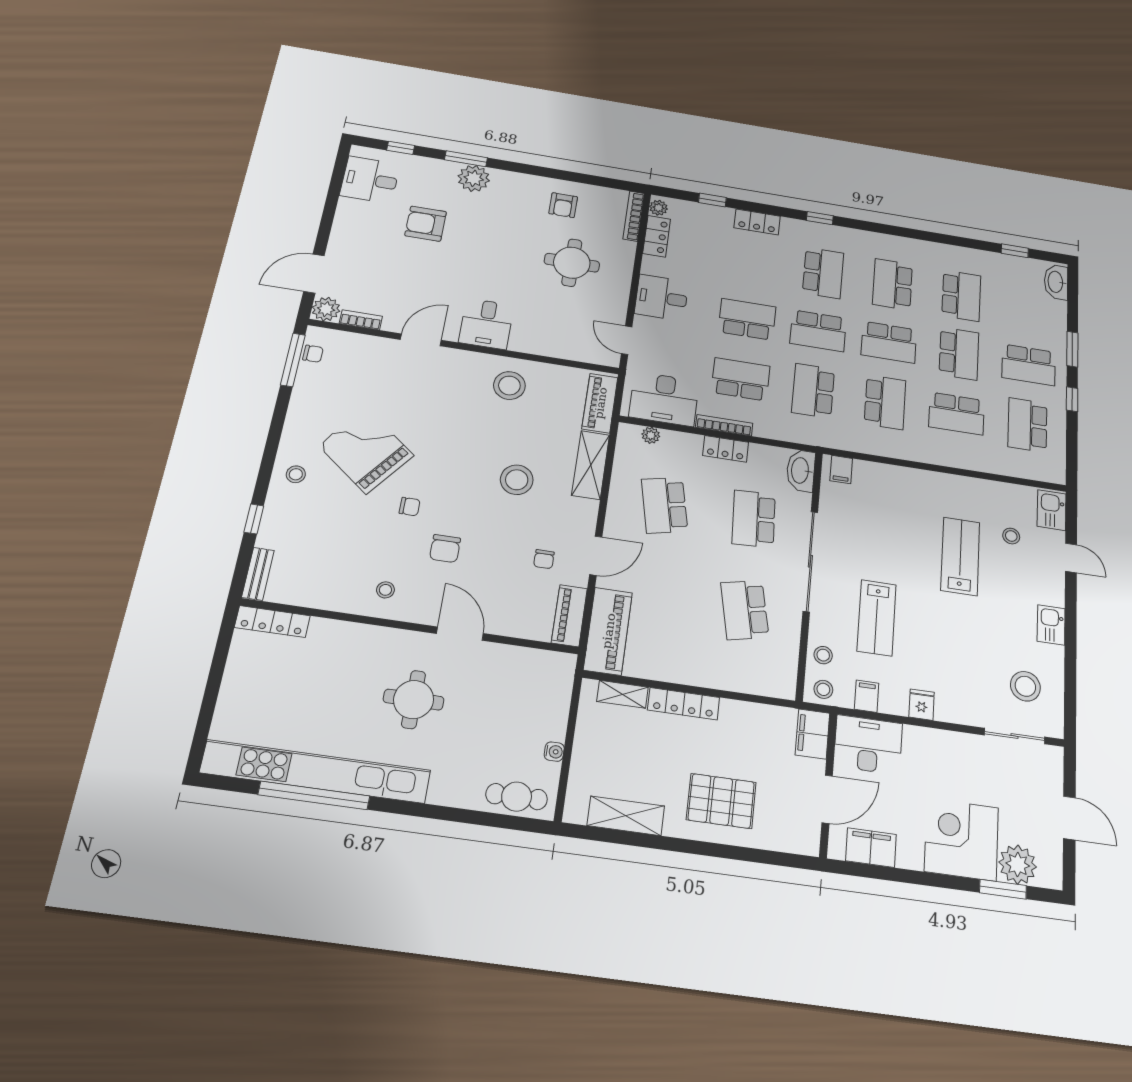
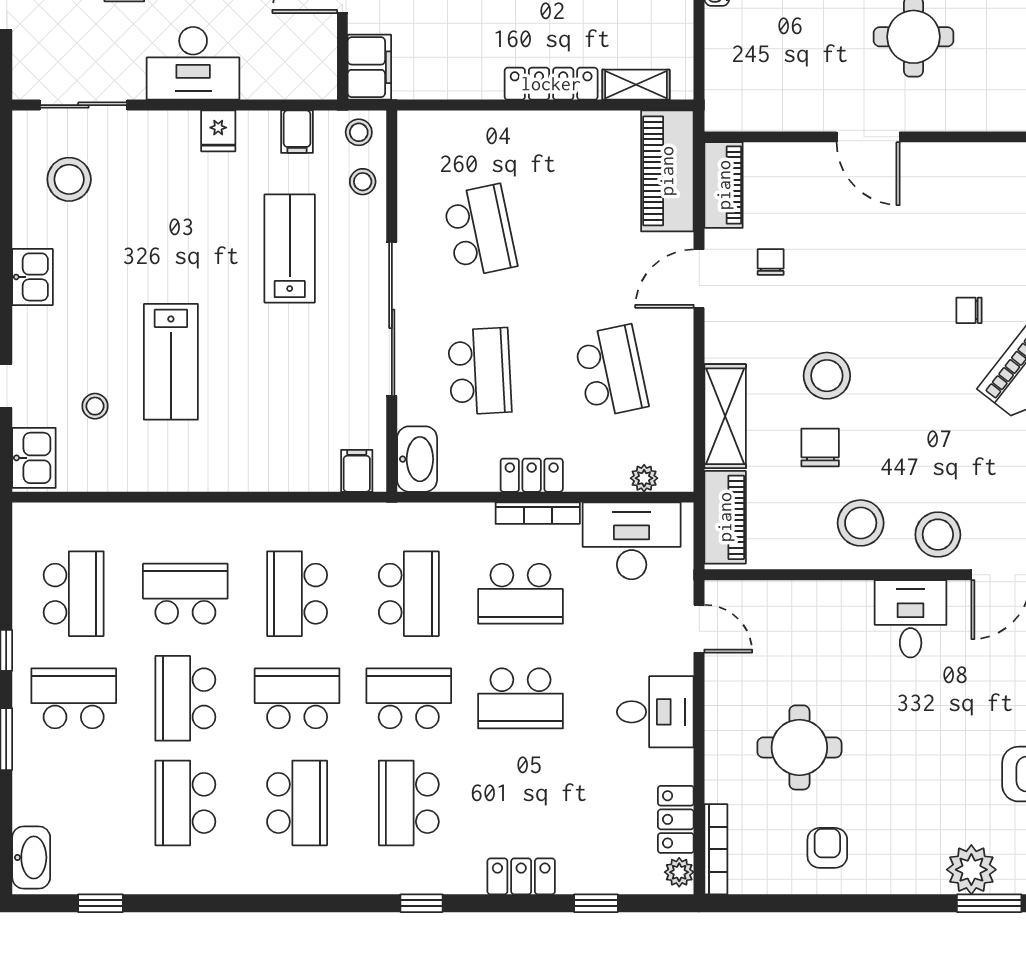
chair: (445, 549) -> (820, 447), moved
stool: (385, 590) -> (938, 535), moved, width x1.89, depth x1.89
desk: (868, 745) -> (193, 63), moved

